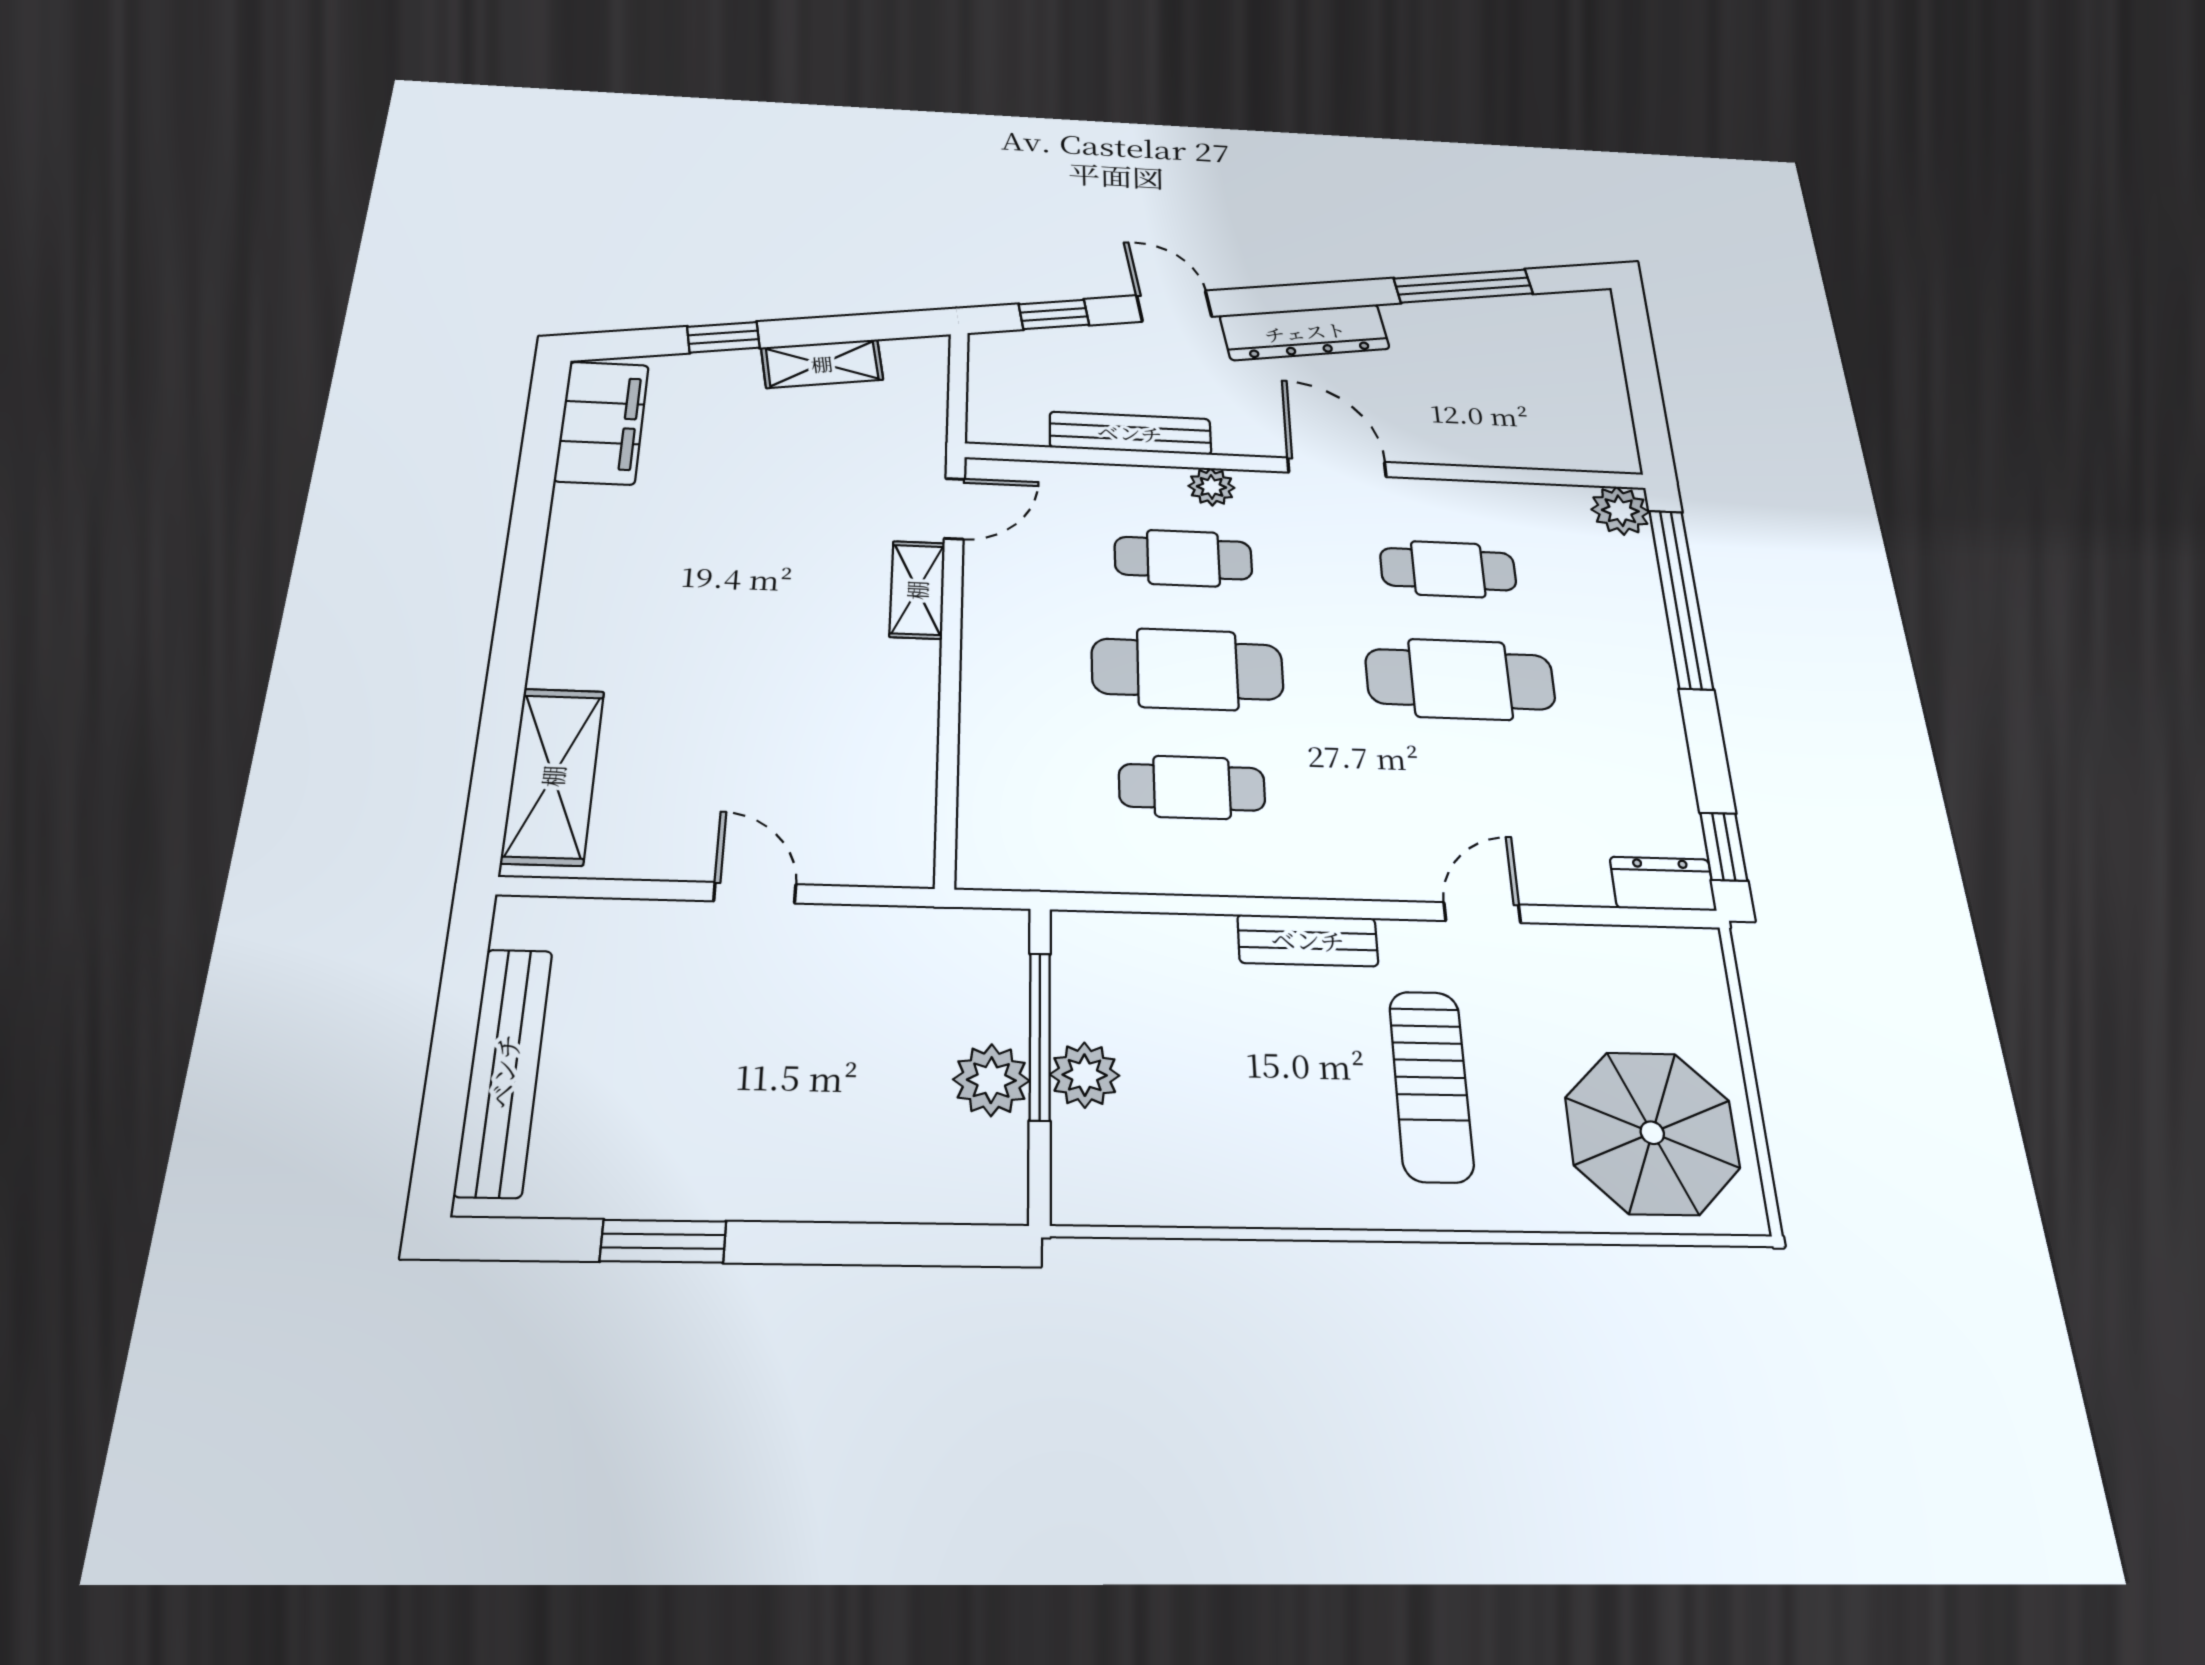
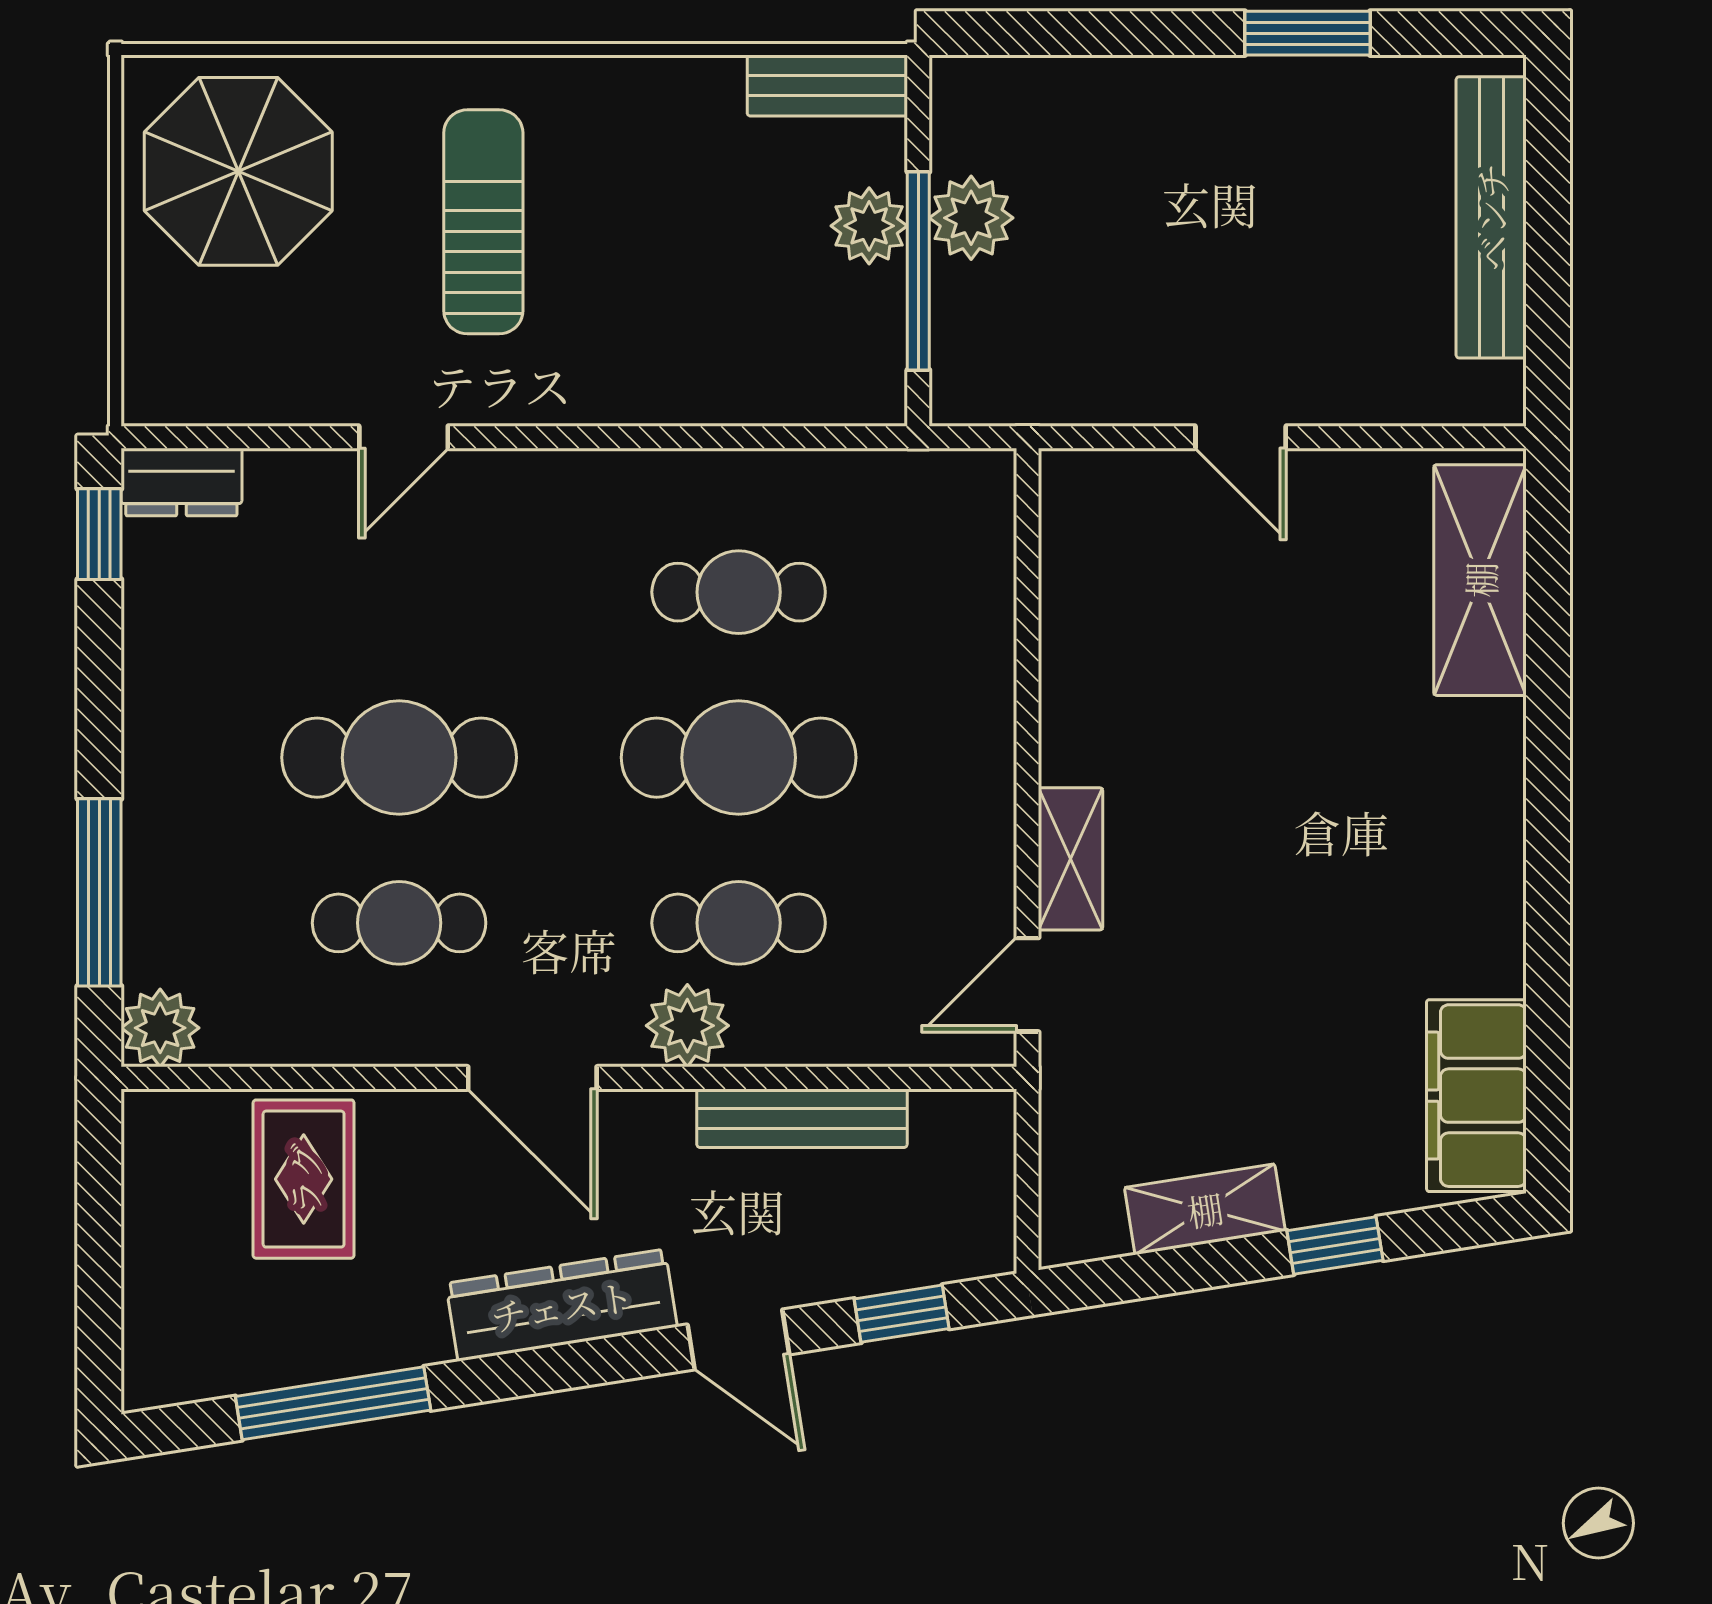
rug: (1501, 414) -> (304, 1179), added
plant: (1212, 487) -> (687, 1026), width x1.38, depth x1.38
window: (1681, 598) -> (99, 892), width x0.68
bench: (1308, 940) -> (827, 86), moved

